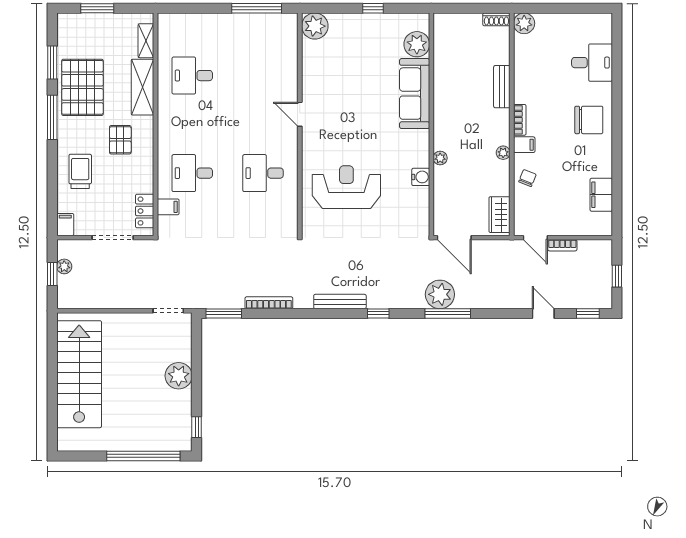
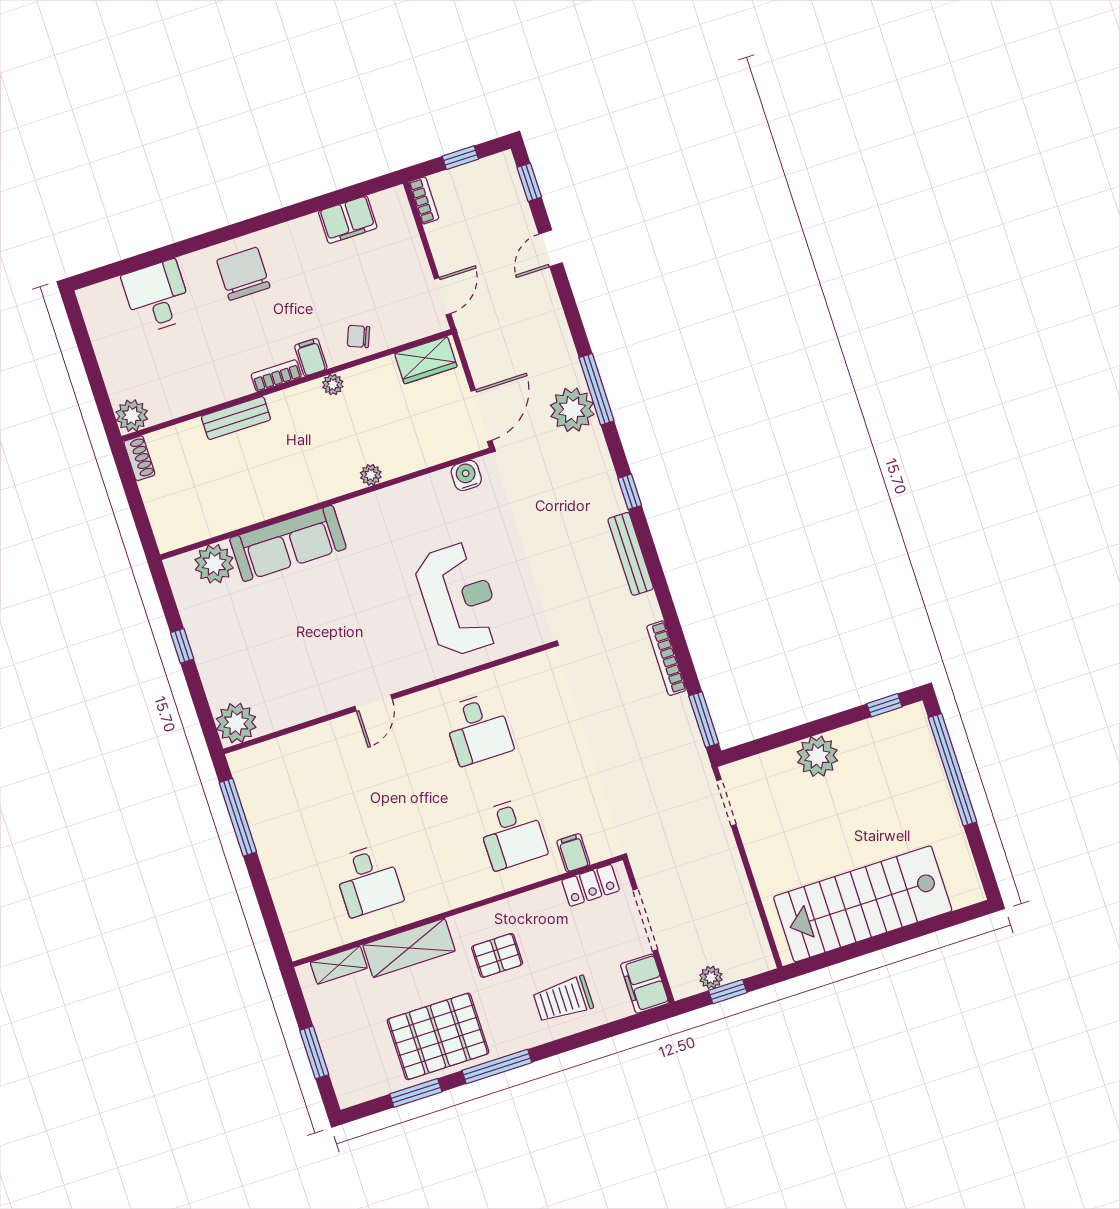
water cooler: (421, 177) -> (466, 475), moved
reception desk: (346, 187) -> (459, 599), turned 180
filing cabinet: (65, 225) -> (645, 984), width x2.00
bookcase: (562, 245) -> (424, 200), moved

